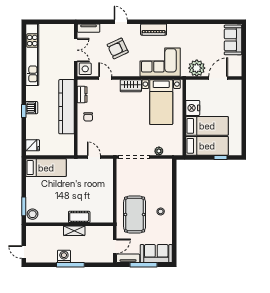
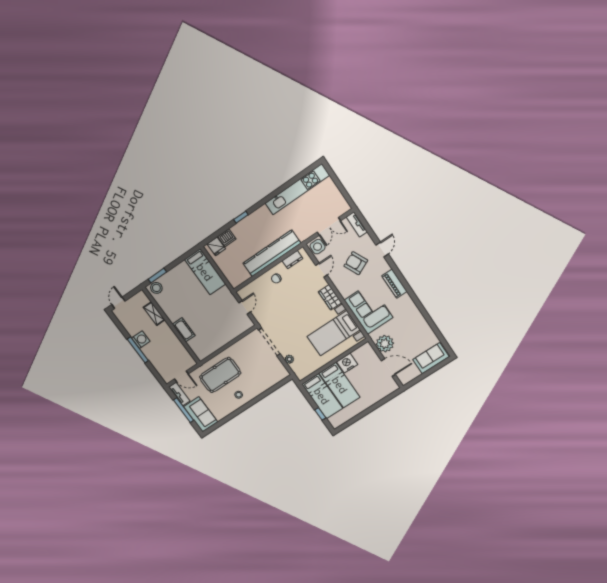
dishwasher: (32, 108) -> (227, 238), moved
shelving: (74, 231) -> (154, 314), moved

